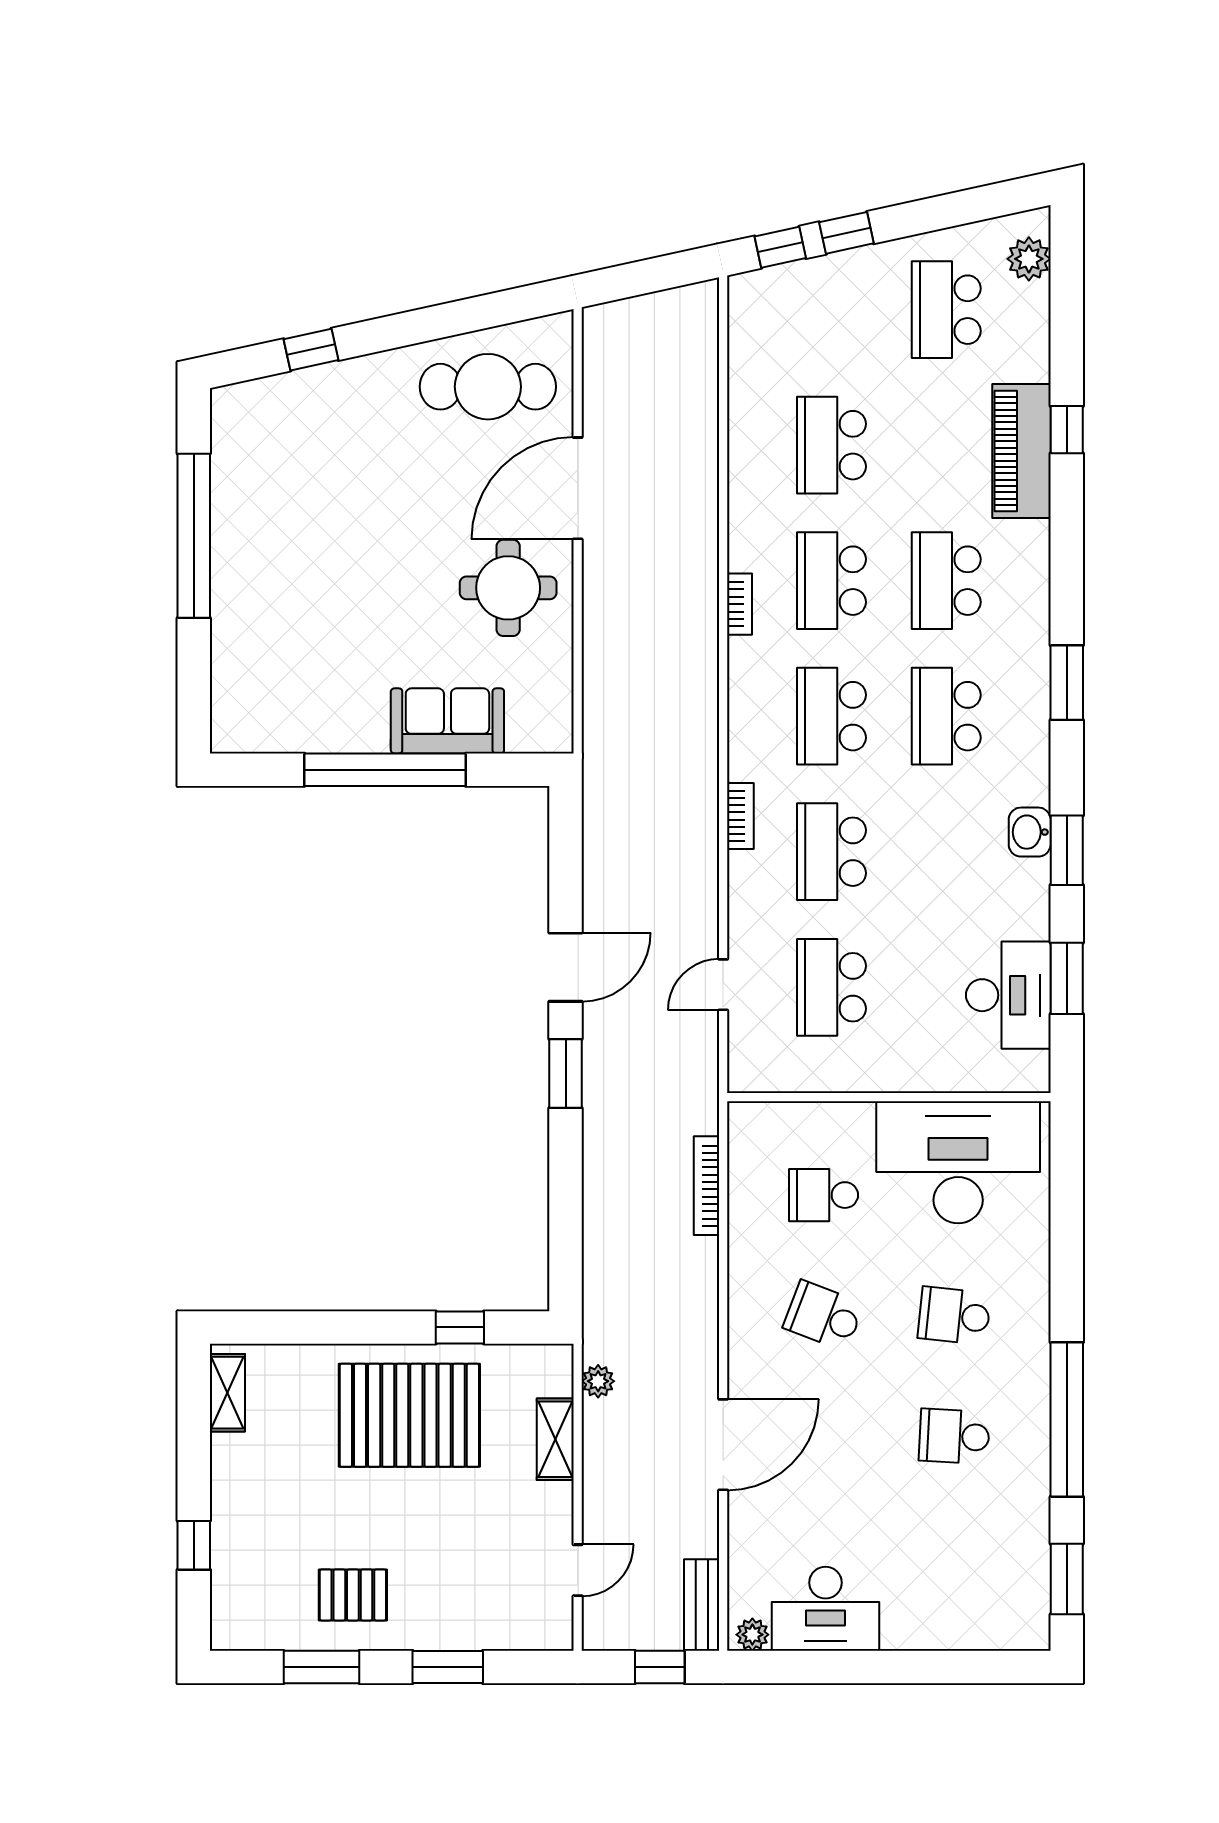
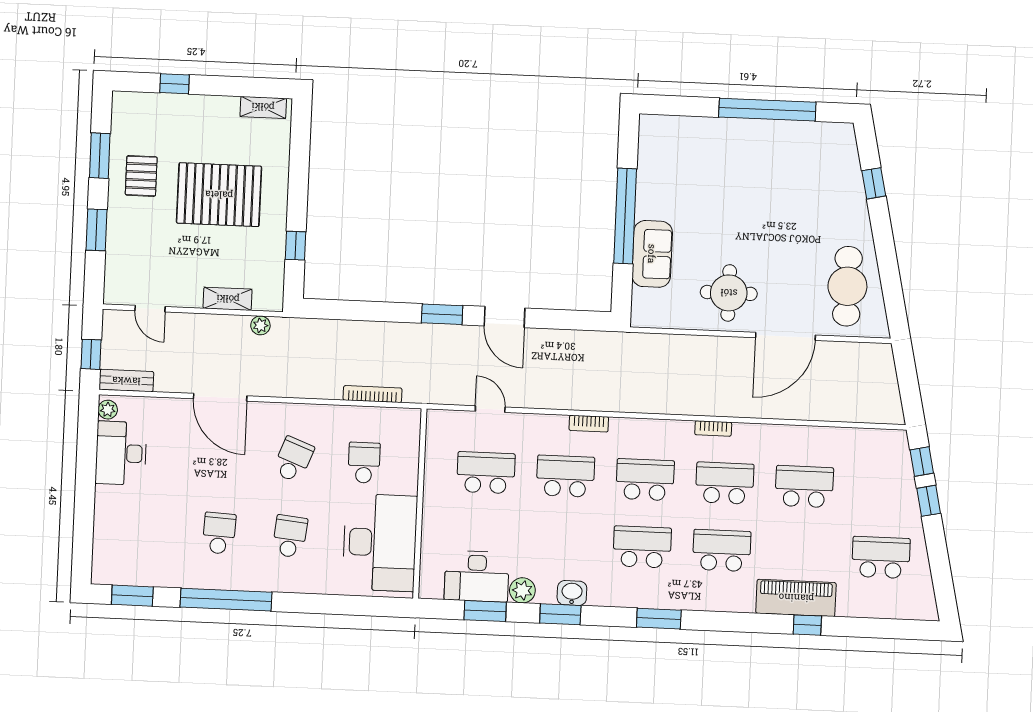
plant: (1029, 259) -> (522, 590), moved
door: (578, 488) -> (785, 336), swing flipped
pallet: (409, 1415) -> (219, 195), moved, turned 90

